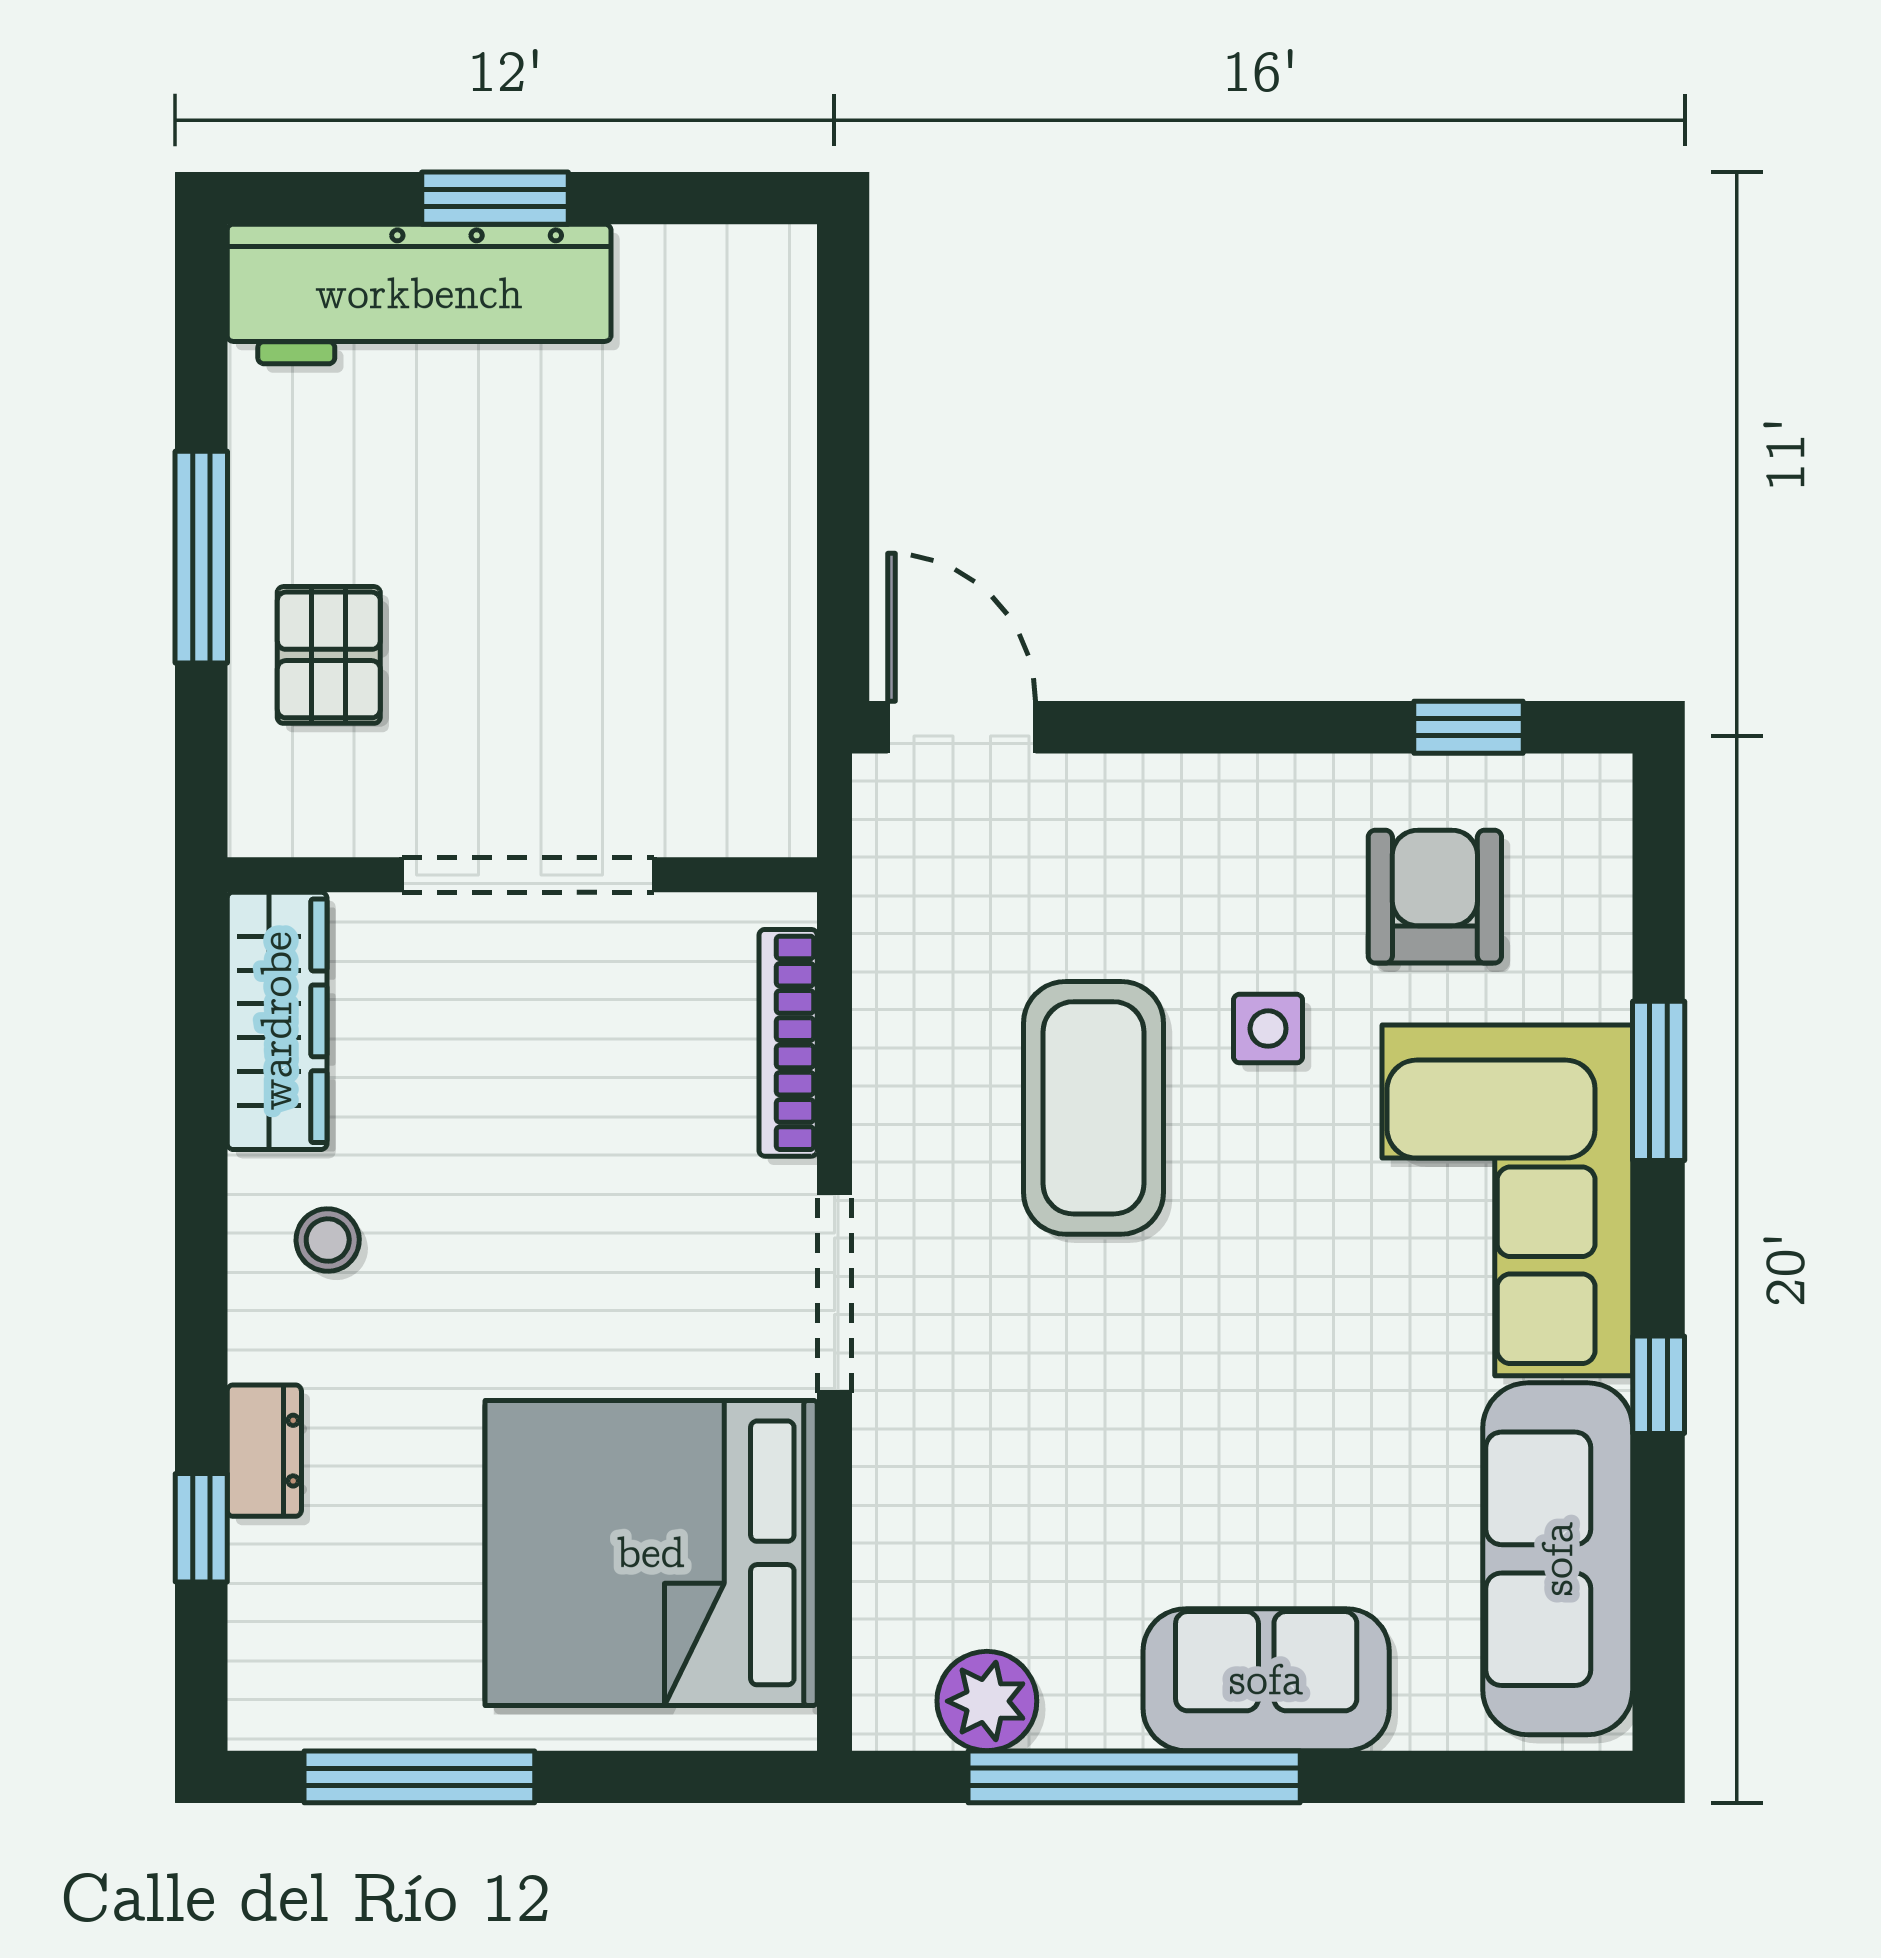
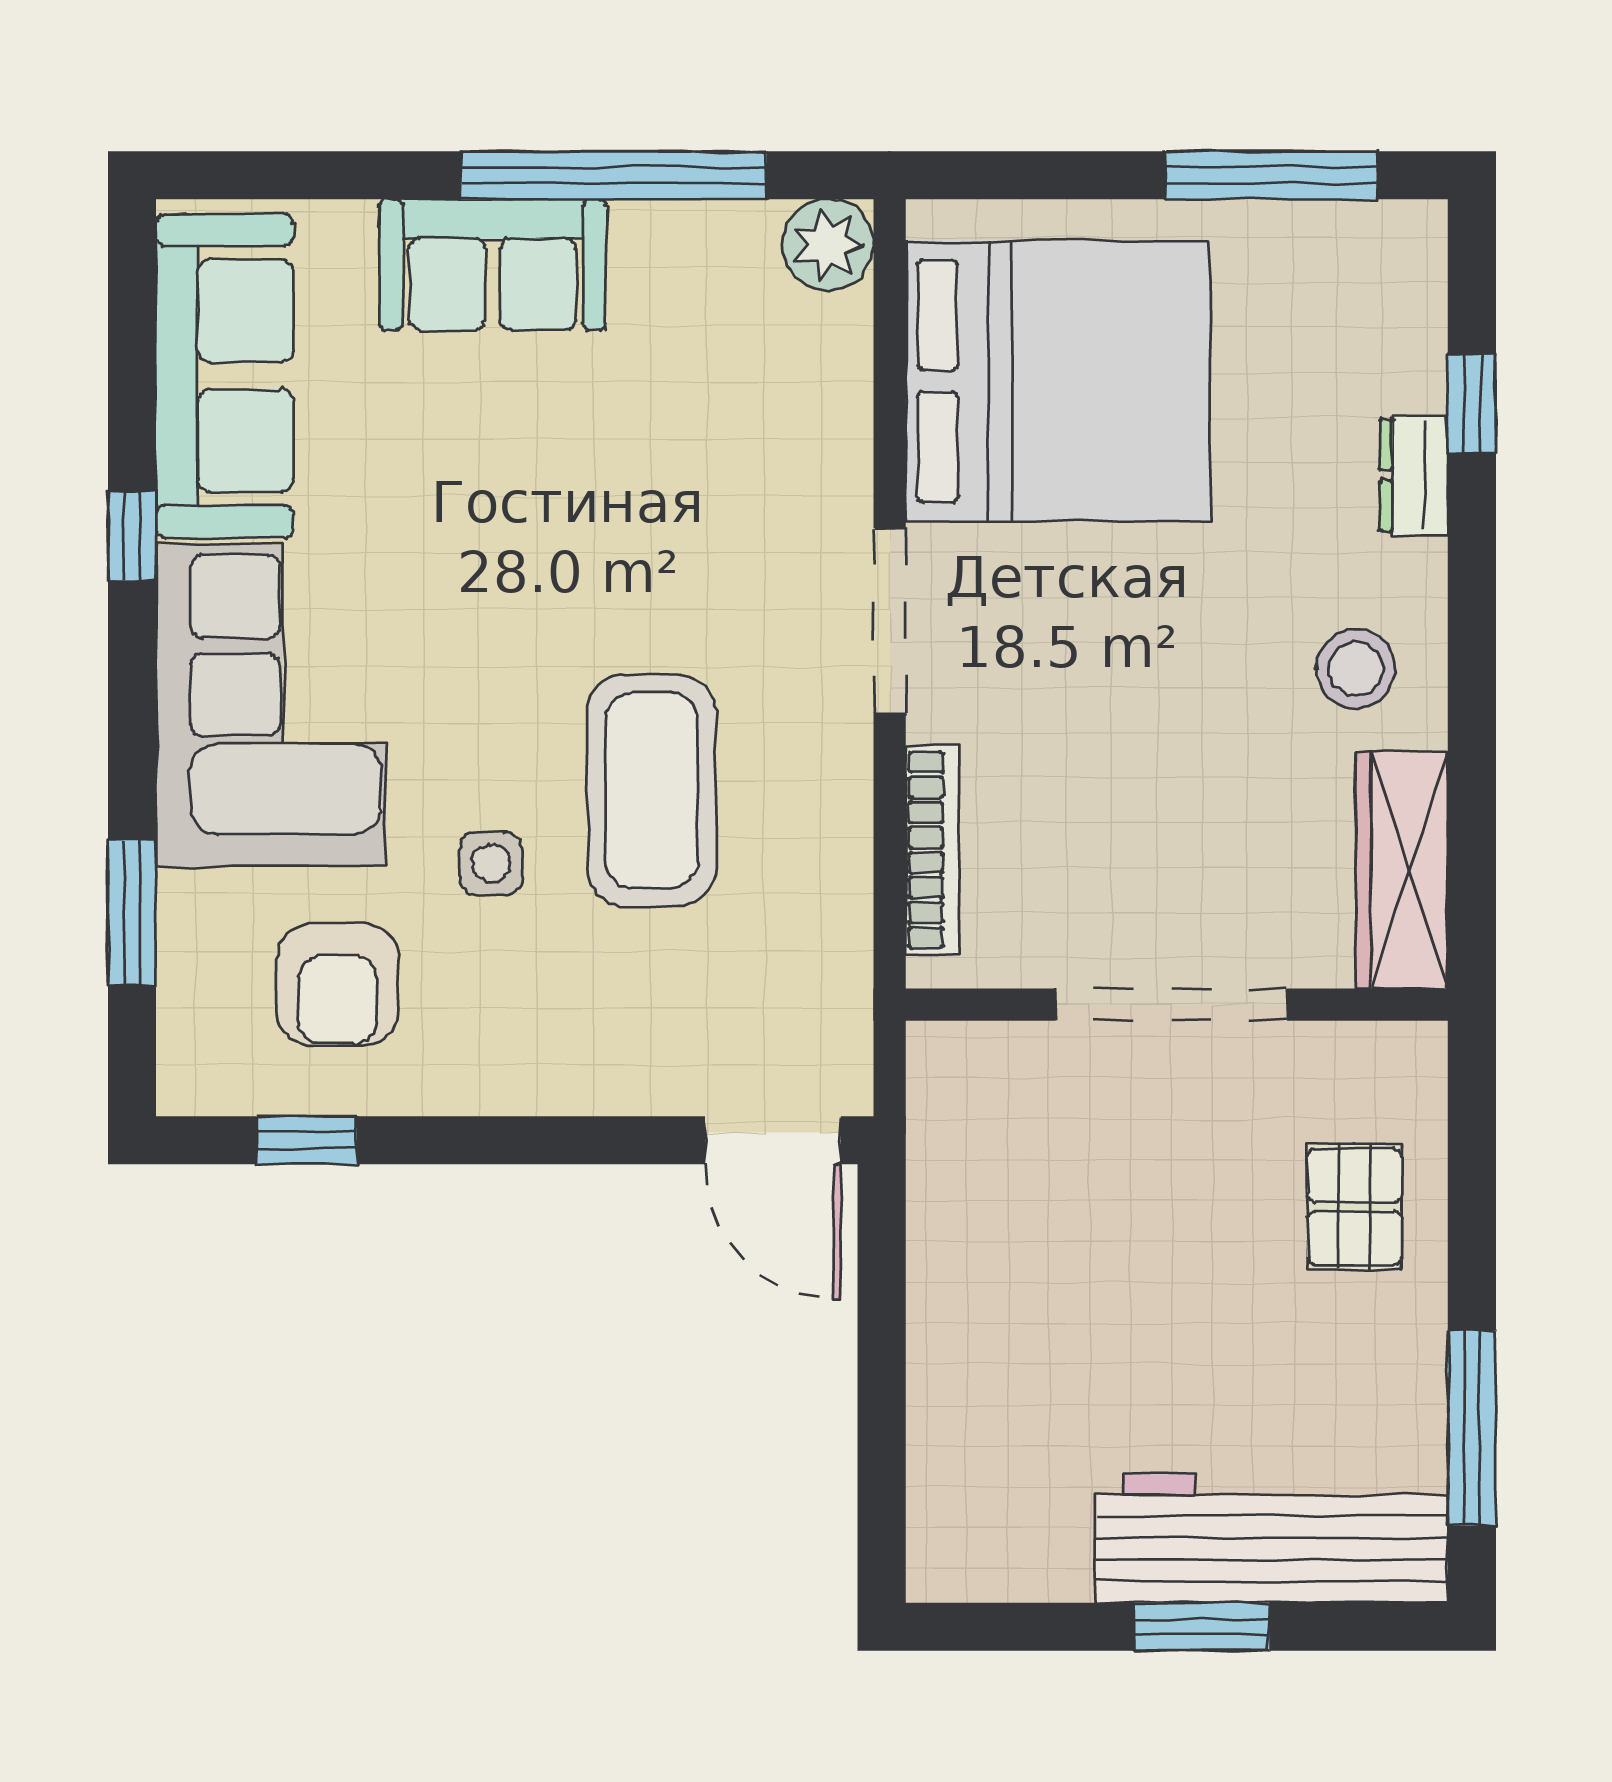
window: (201, 557) -> (1472, 1428), moved
window: (1659, 1081) -> (132, 913), moved
stool: (328, 1240) -> (1356, 669), width x1.37, depth x1.37
plant: (987, 1701) -> (828, 245), moved

